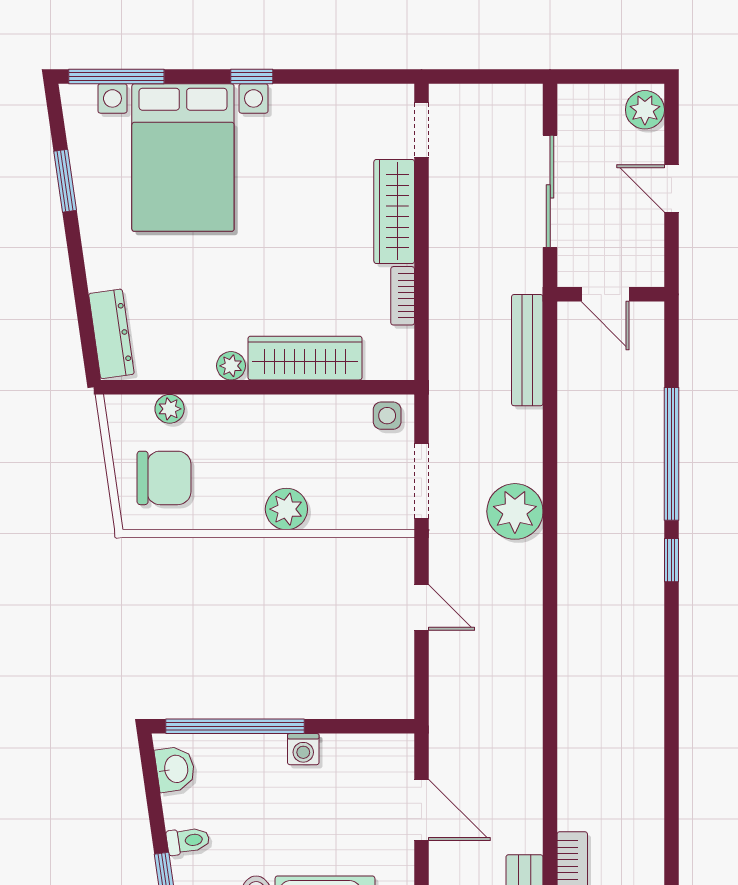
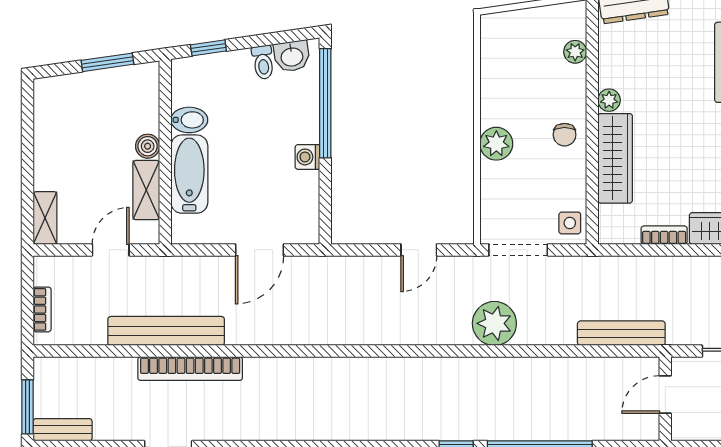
chair: (164, 478) -> (565, 135), moved, width x0.54, depth x0.54
toilet: (188, 841) -> (263, 62), moved

